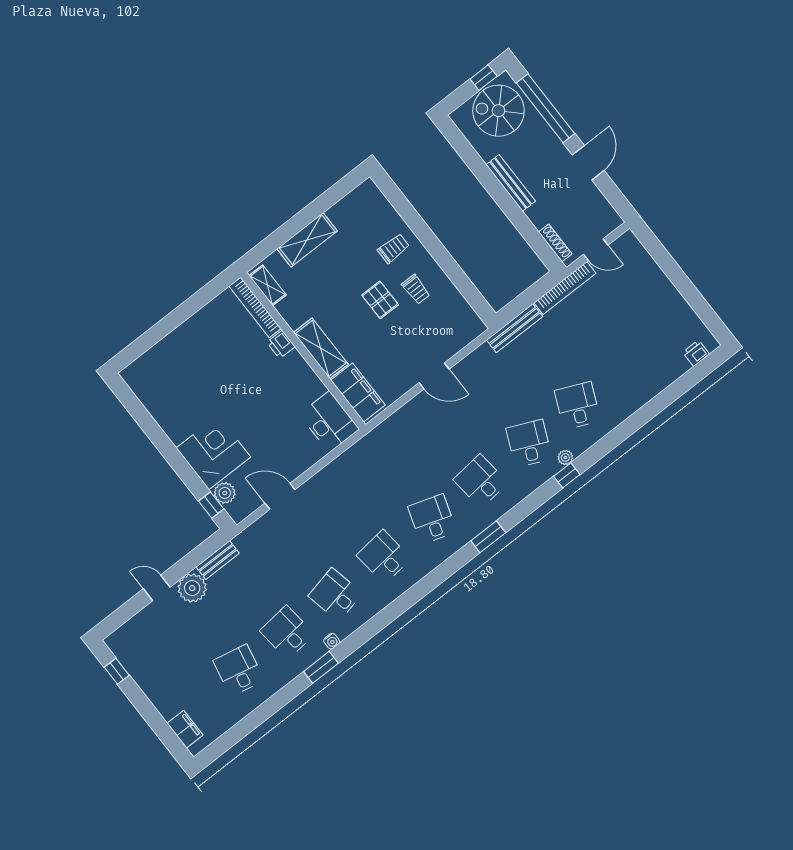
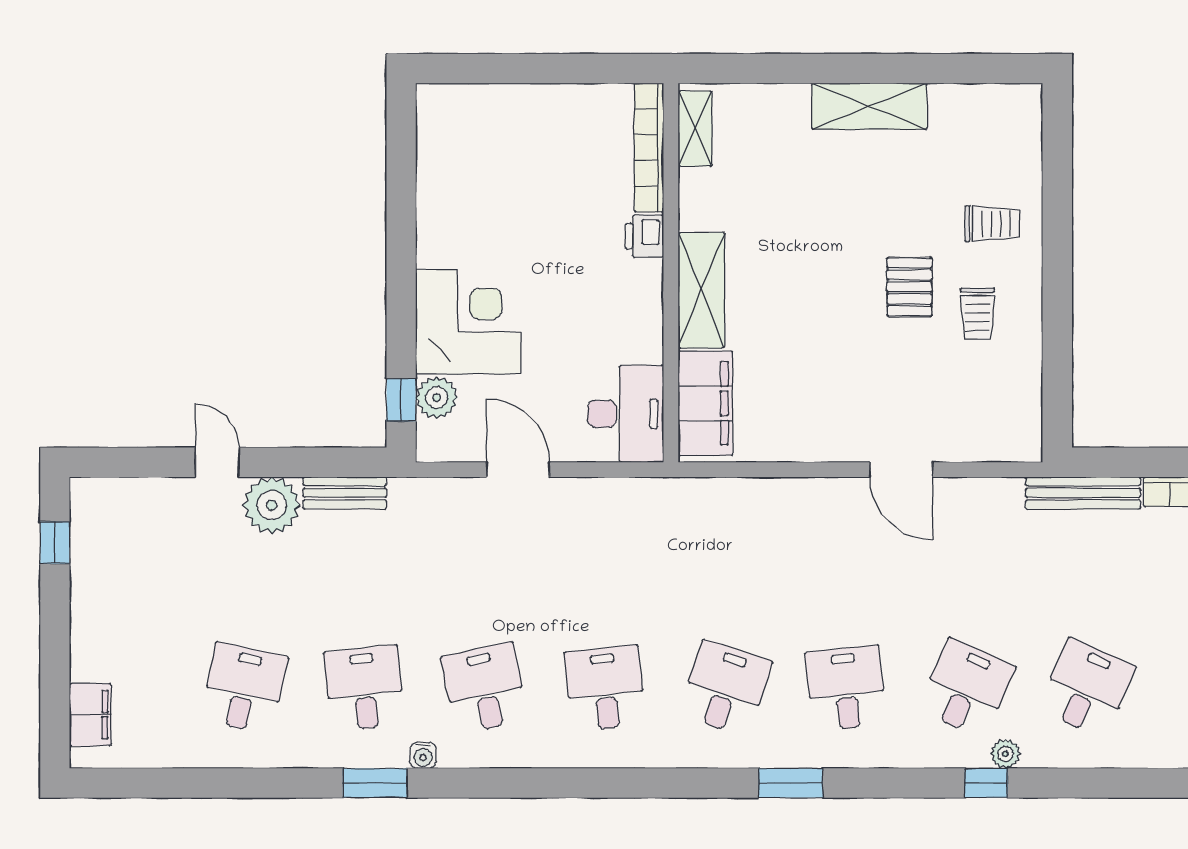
shelving: (268, 285) -> (695, 129), moved
bookcase: (255, 307) -> (649, 148), moved
printer: (281, 344) -> (644, 236), moved
shelving: (321, 348) -> (701, 290), moved
wall: (303, 351) -> (671, 273), moved
filing cabinet: (358, 392) -> (705, 403), moved
desk: (329, 422) -> (626, 414), moved

